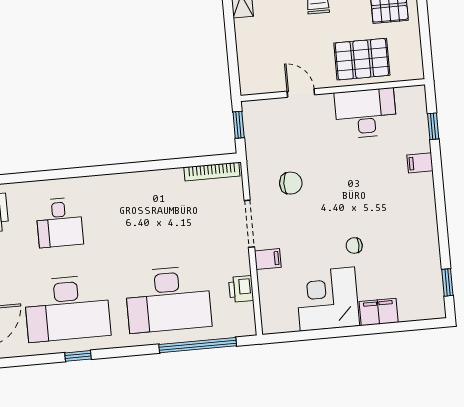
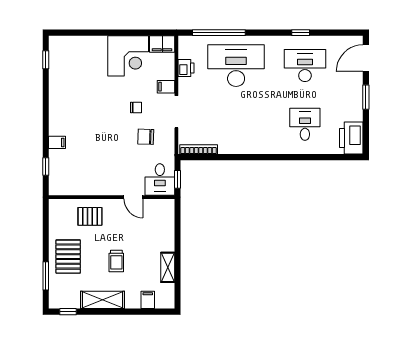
pallet: (362, 59) -> (90, 216), width x0.67, depth x0.71
desk: (366, 113) -> (160, 179), moved, width x0.73
chair: (354, 245) -> (136, 107), moved
desk: (67, 308) -> (305, 66), width x0.73, depth x0.77
filing cabinet: (379, 312) -> (162, 44), moved

